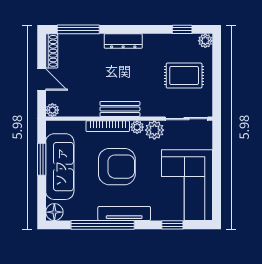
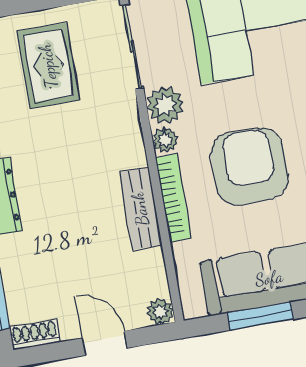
shoe rack: (52, 51) -> (35, 335), width x0.70
door: (42, 80) -> (105, 343), hinge flipped
bench: (120, 109) -> (140, 209), moved

